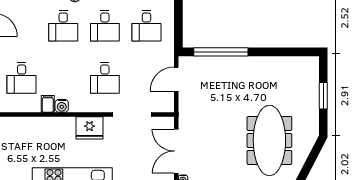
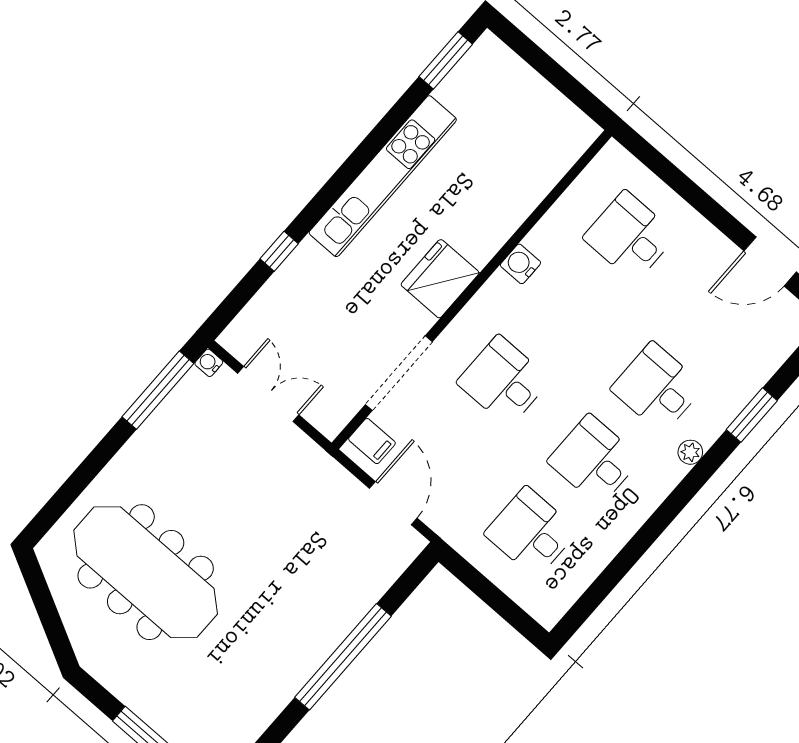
window: (221, 52) -> (343, 657), moved
filing cabinet: (48, 104) -> (372, 441), moved
double door: (176, 151) -> (268, 394), width x0.73

